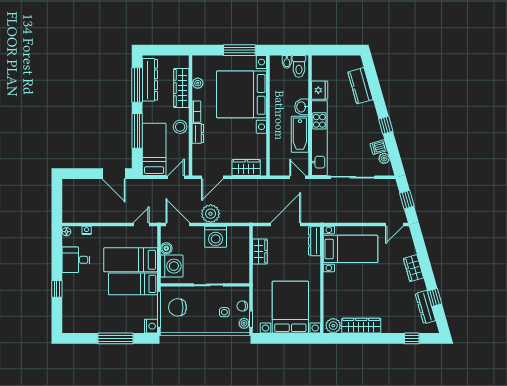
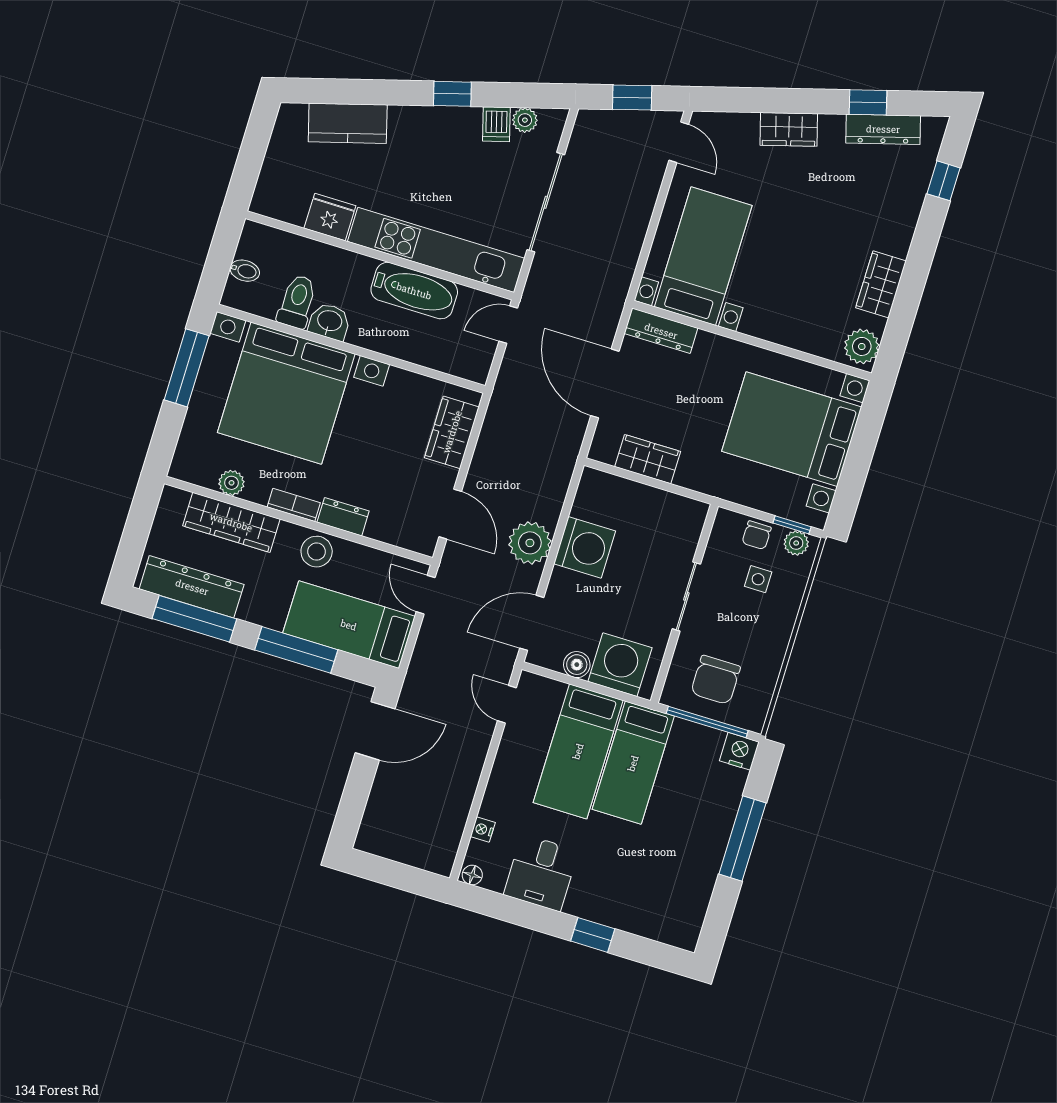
toilet: (299, 66) -> (297, 302), moved, turned -90
washbasin: (302, 107) -> (329, 322), moved, turned 180
wardrobe: (361, 326) -> (881, 284), width x0.67

